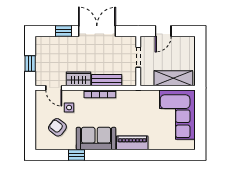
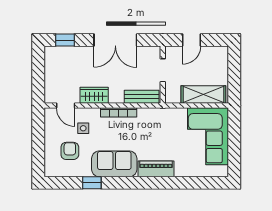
window: (64, 31) -> (65, 40), moved
double door: (97, 31) -> (115, 40), swing flipped
window: (30, 63) -> (38, 77), removed
bench: (107, 80) -> (142, 97), moved
armchair: (57, 127) -> (70, 151), turned 52

